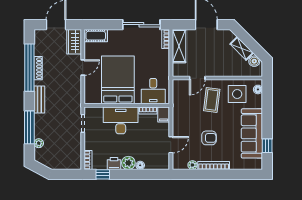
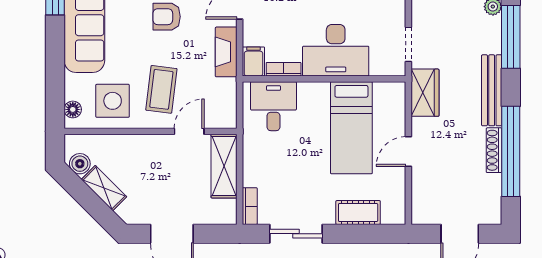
sliding door: (141, 25) -> (296, 234), width x0.73
cot: (96, 36) -> (358, 212), moved
wardrobe: (74, 42) -> (425, 93), moved
shelving: (179, 46) -> (224, 166), moved
bed: (118, 80) -> (351, 128), width x0.67
bench: (39, 99) -> (492, 90), width x1.36
fireplace: (178, 119) -> (226, 52), added

